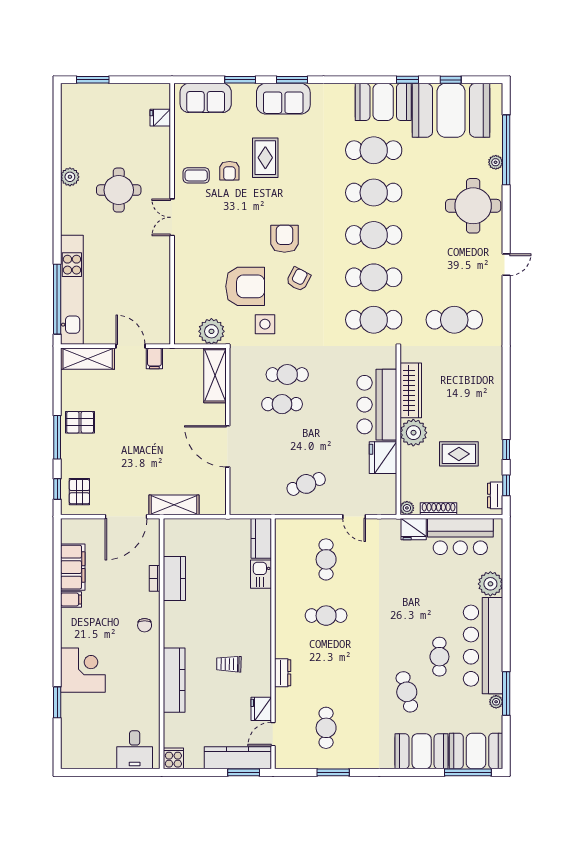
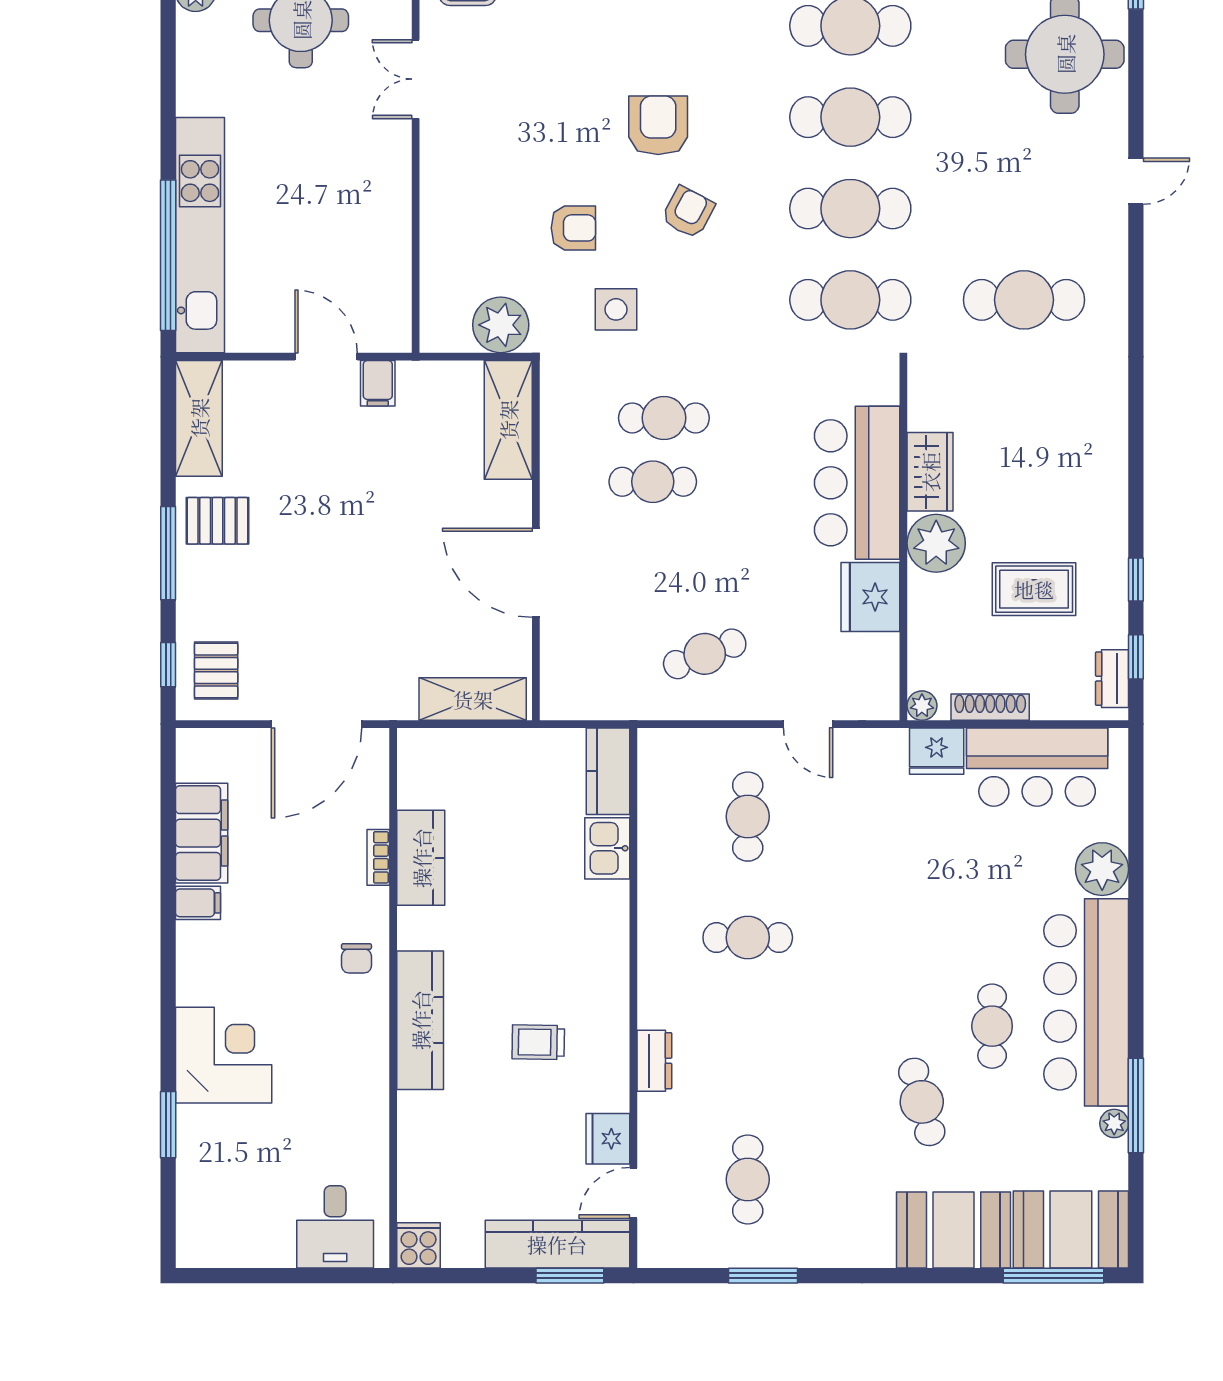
armchair: (245, 286) -> (573, 228), width x0.53, depth x0.53
shelving: (88, 359) -> (199, 418), moved, turned 90
wardrobe: (411, 390) -> (930, 472), width x0.67
shelving: (174, 505) -> (473, 699), moved
kitchen counter: (174, 680) -> (420, 1020), moved

